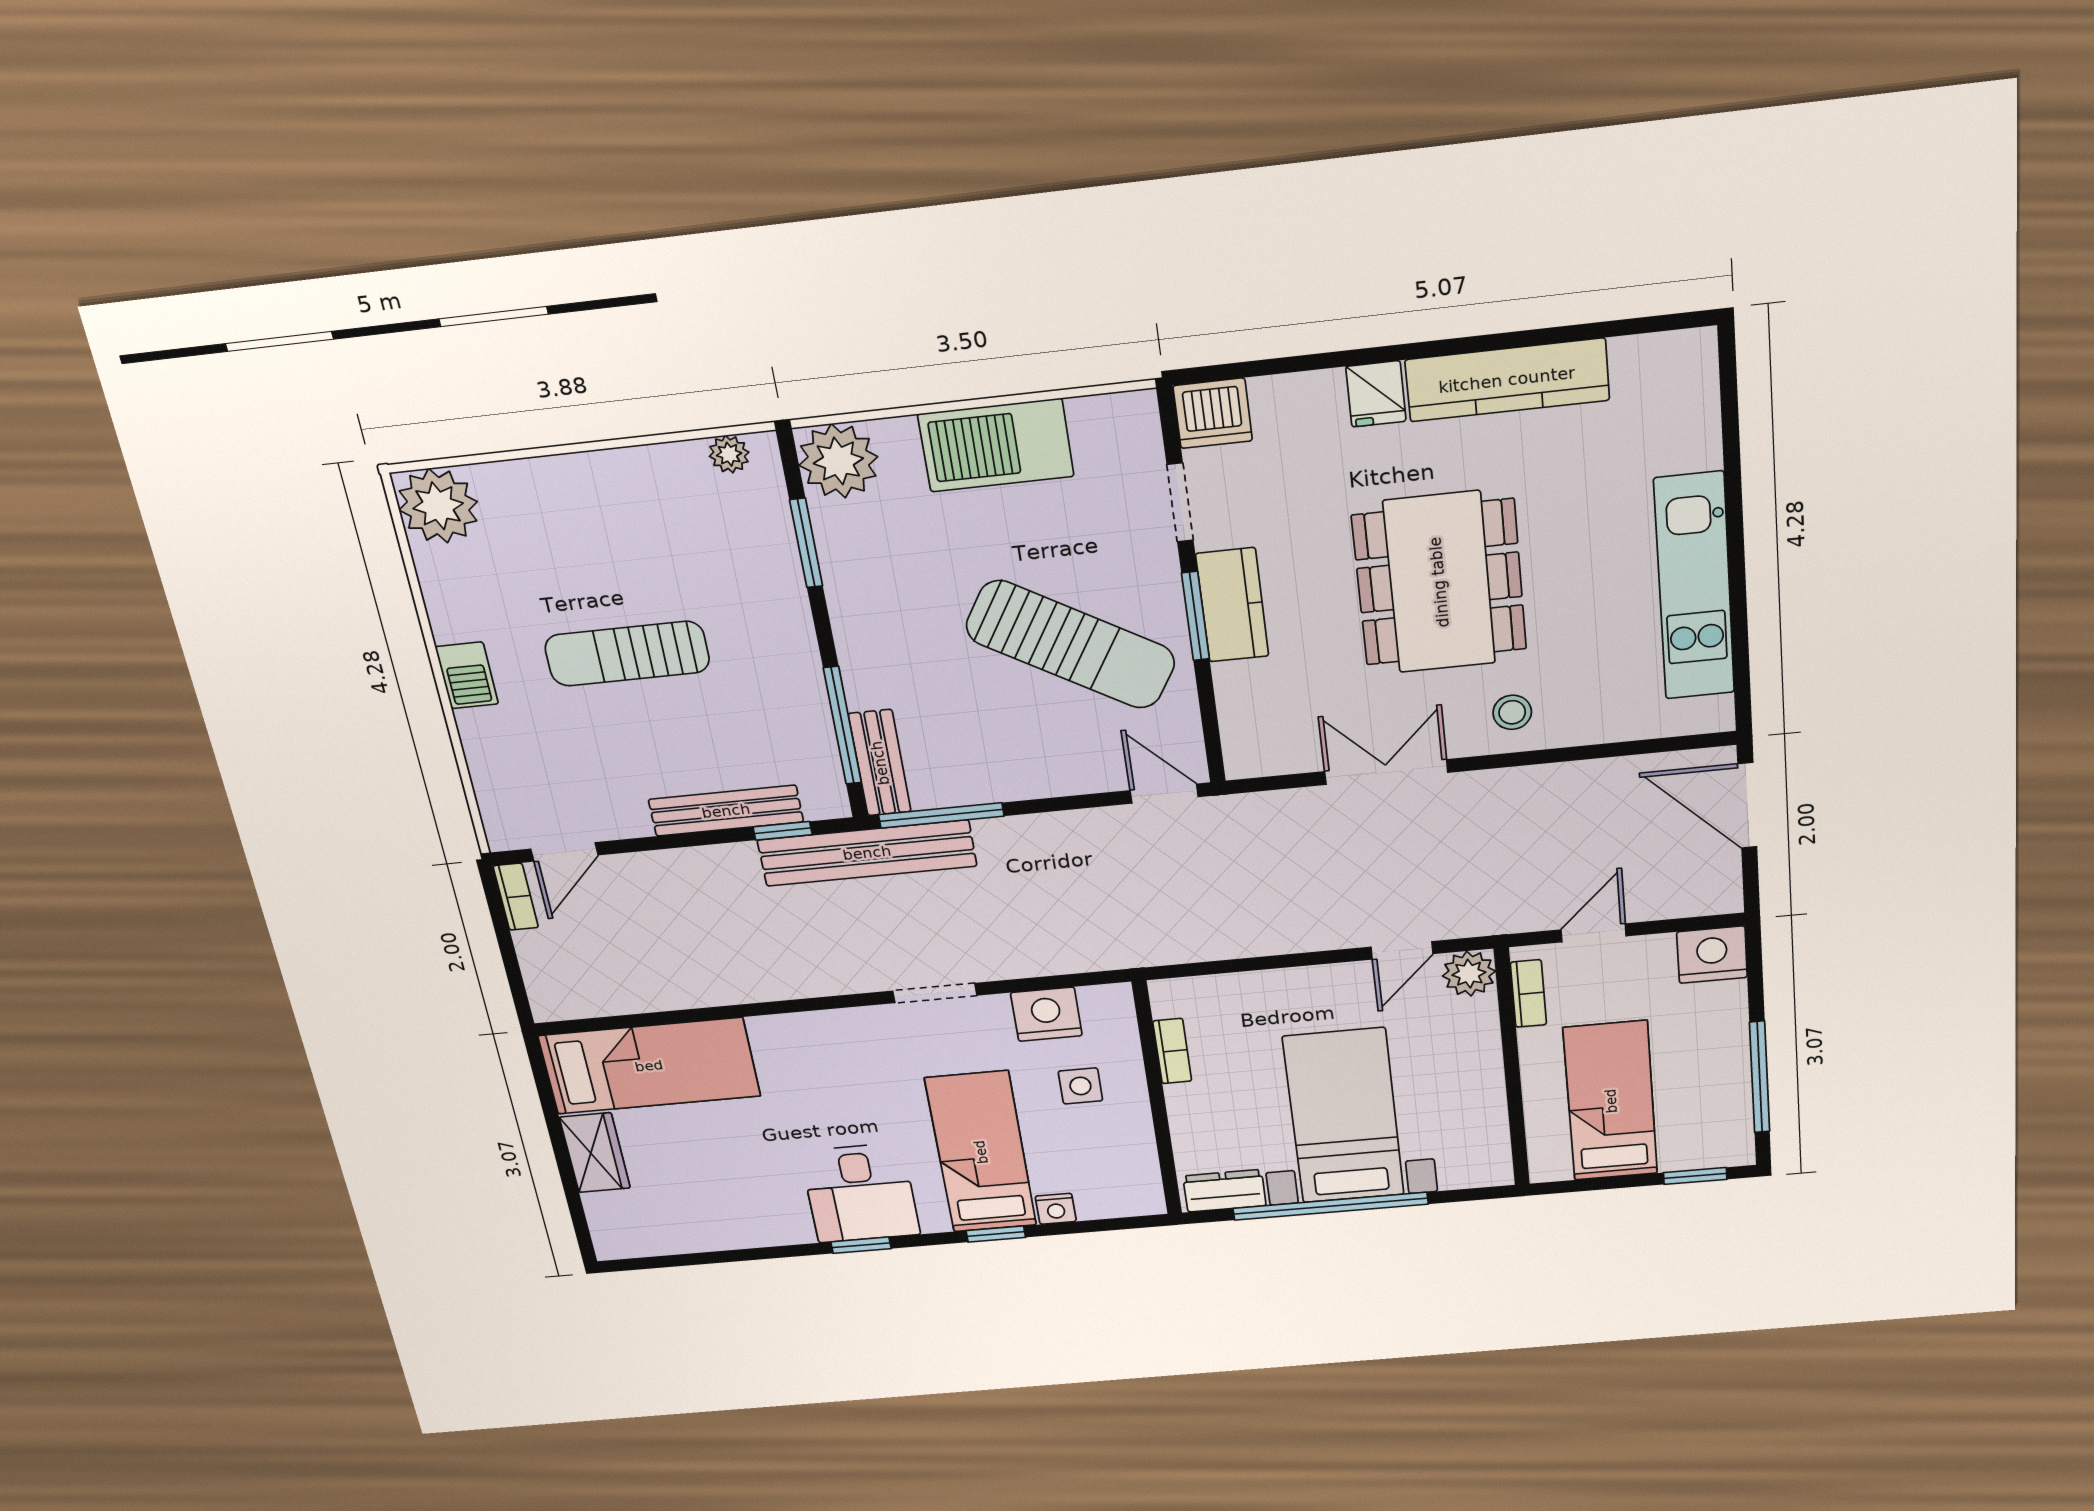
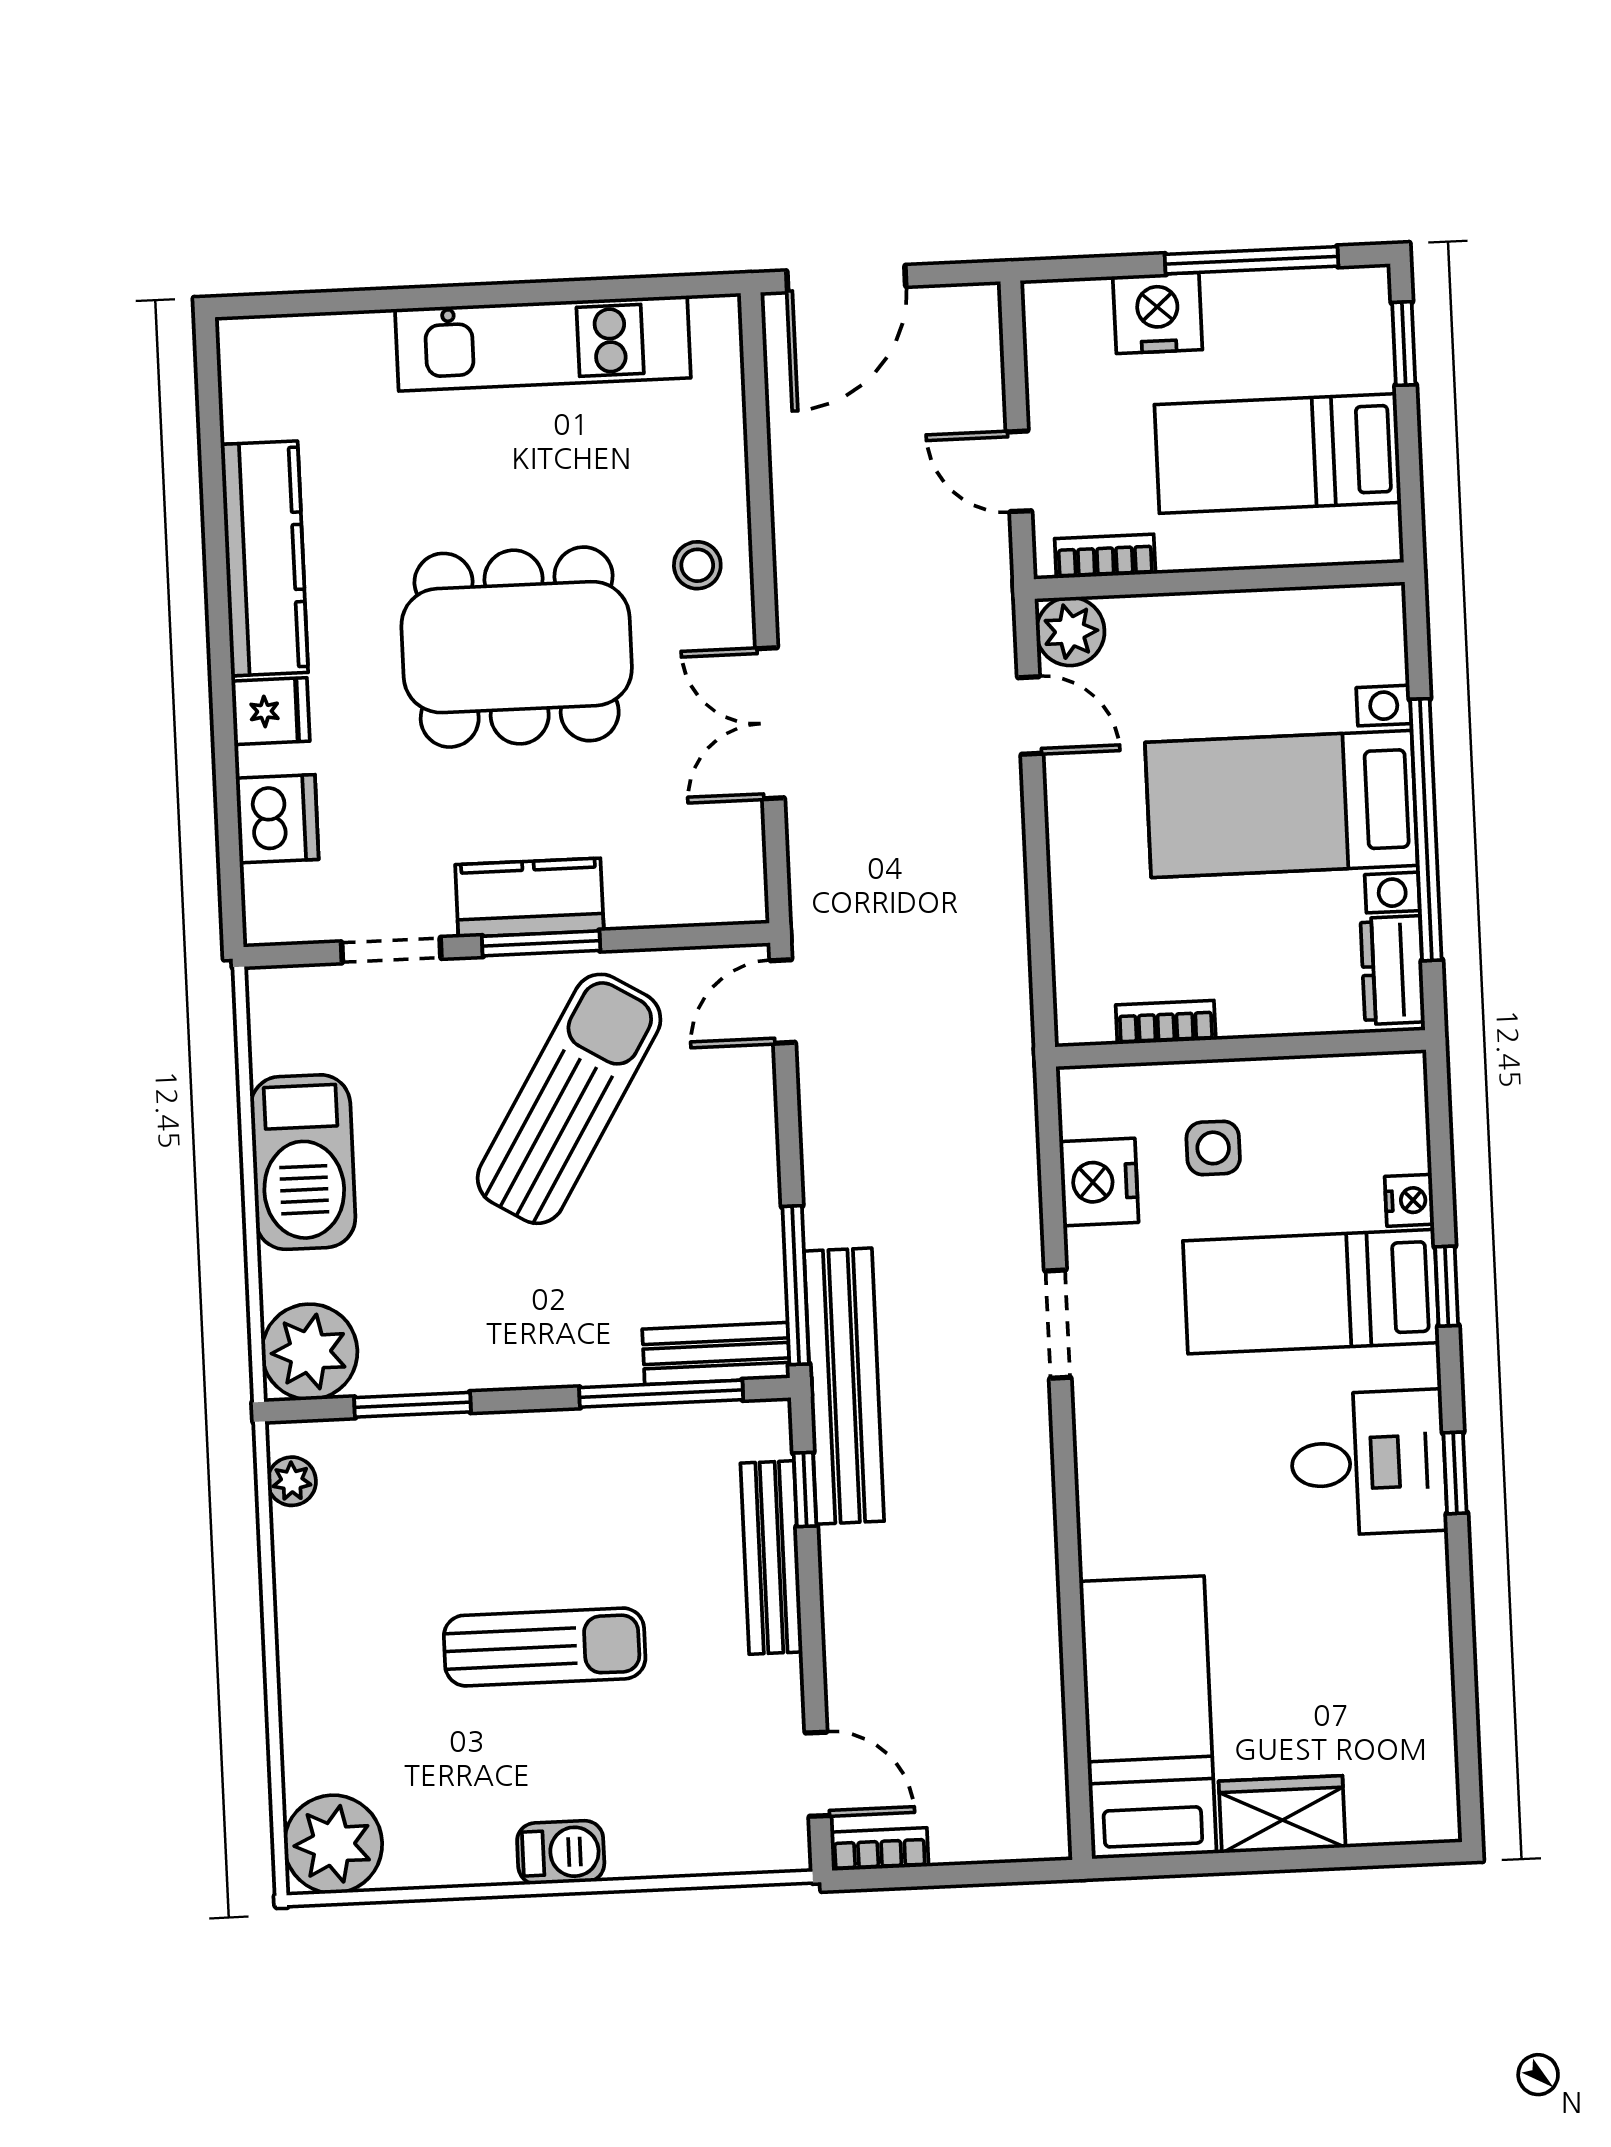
dishwasher: (1213, 413) -> (277, 819), moved
sun lounger: (627, 654) -> (545, 1647), turned -90
nightstand: (1712, 955) -> (1158, 313), moved, turned 90

